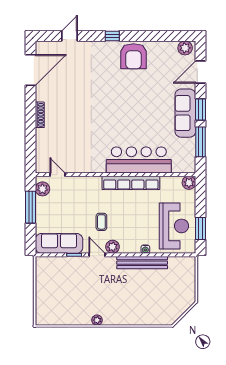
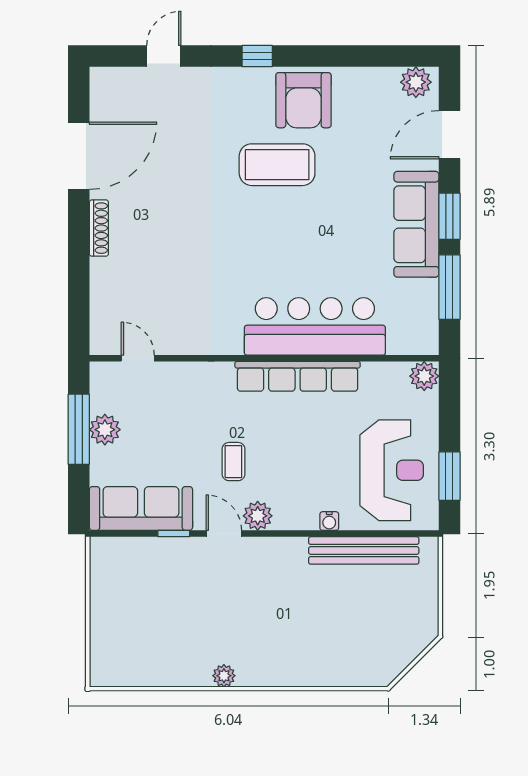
door: (30, 70) -> (79, 156), moved
coffee table: (121, 86) -> (277, 165), added
plant: (42, 189) -> (105, 430), moved
bench: (142, 263) -> (364, 550), moved

